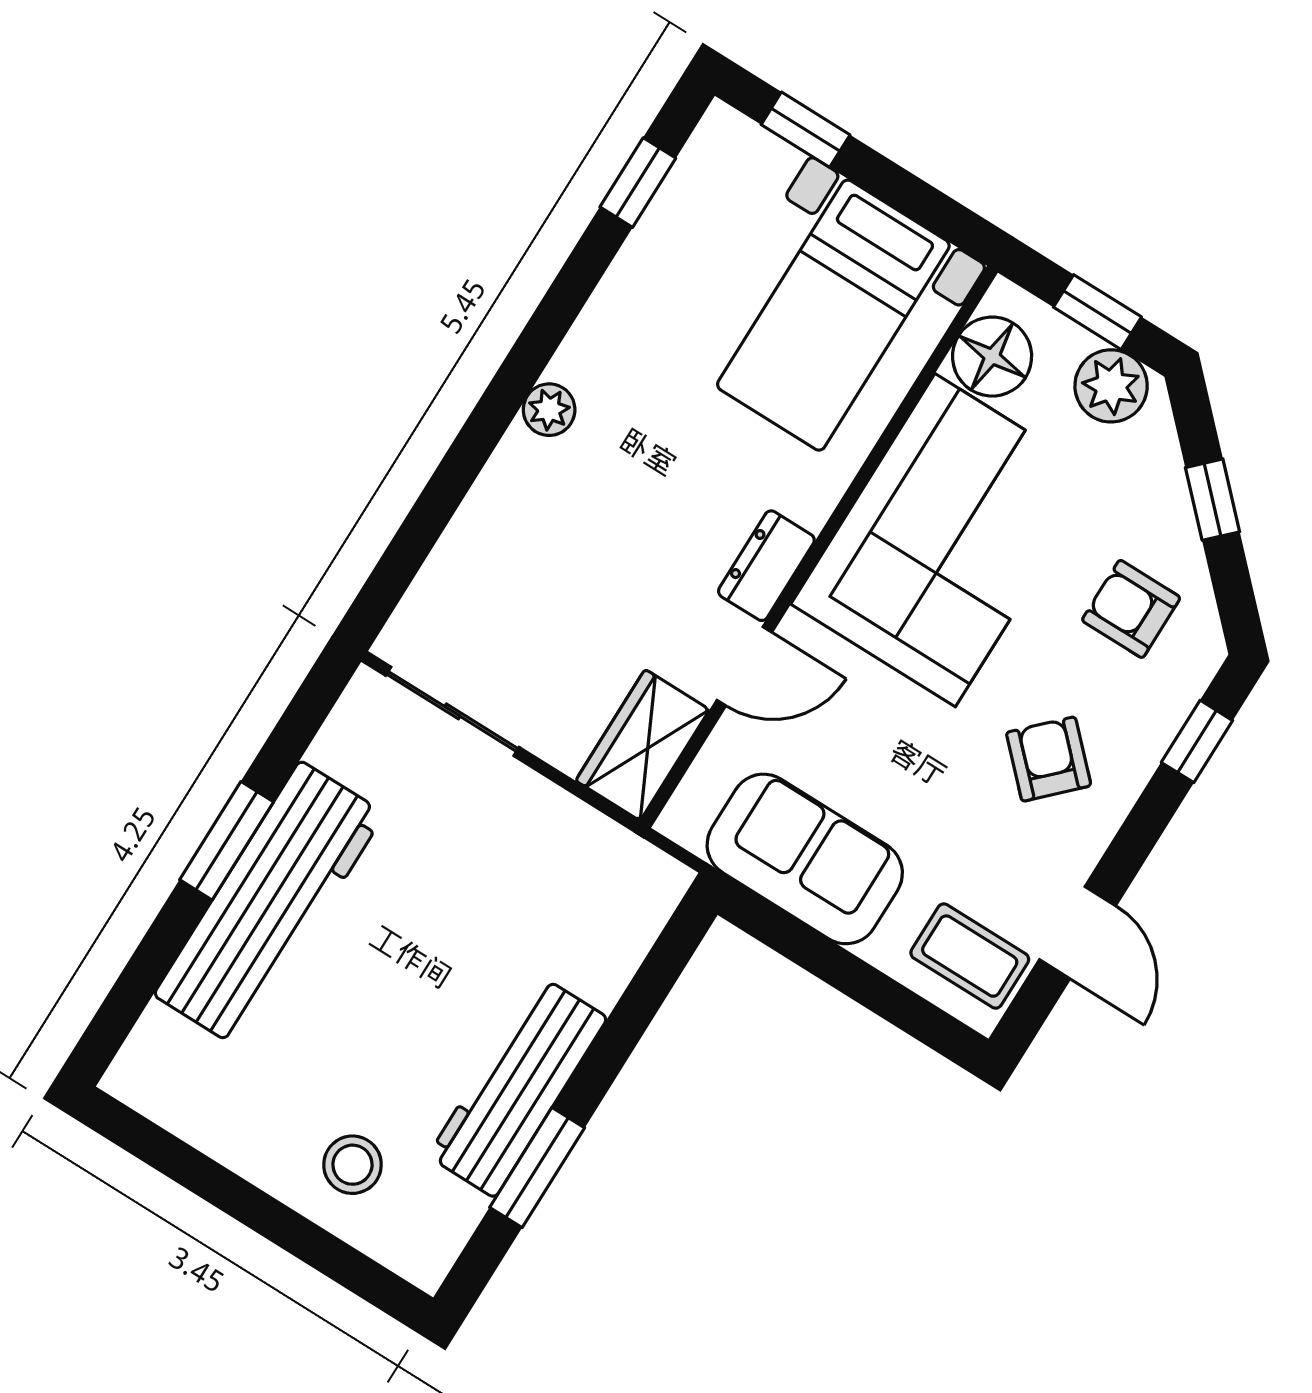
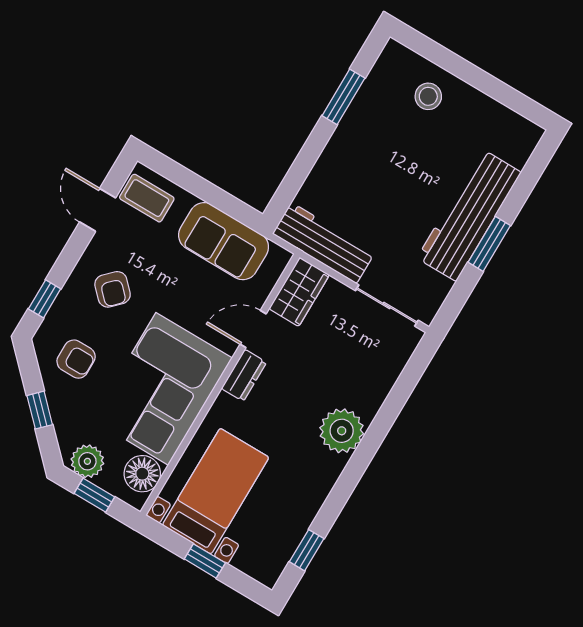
window: (806, 130) -> (205, 561), moved
plant: (549, 410) -> (342, 431), width x1.87, depth x1.87
workbench: (518, 1087) -> (324, 243), moved, turned -90

